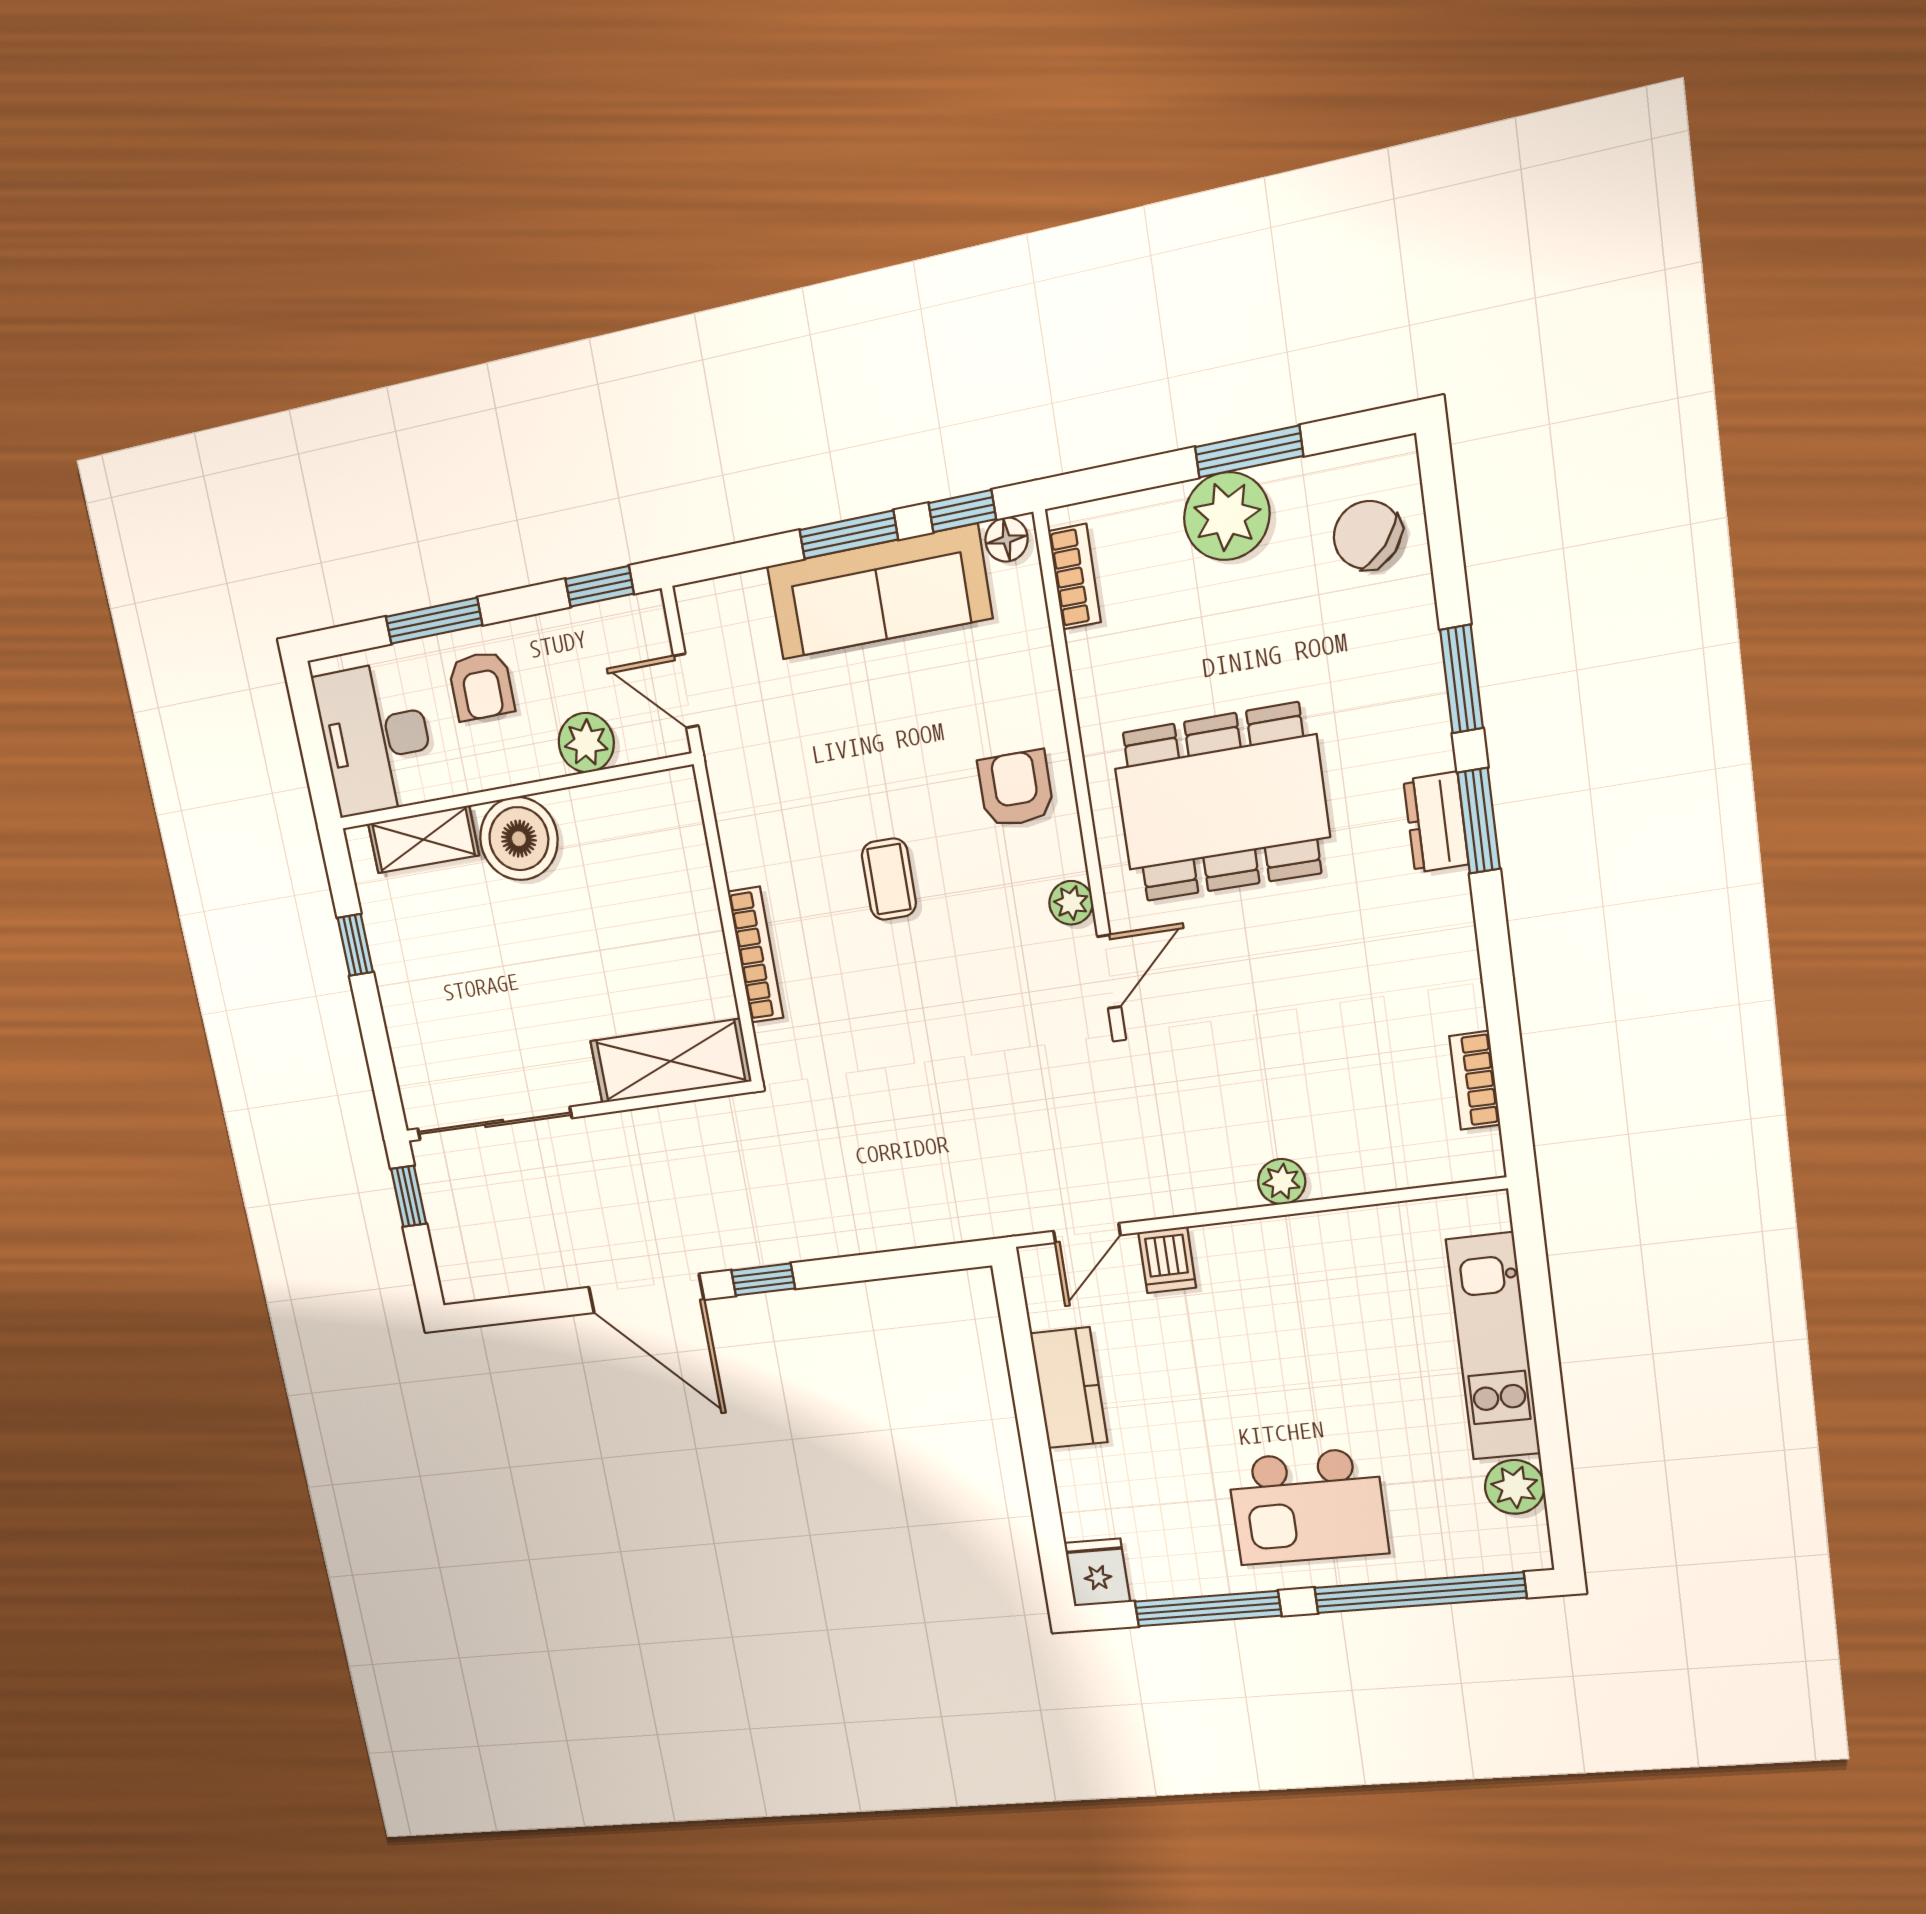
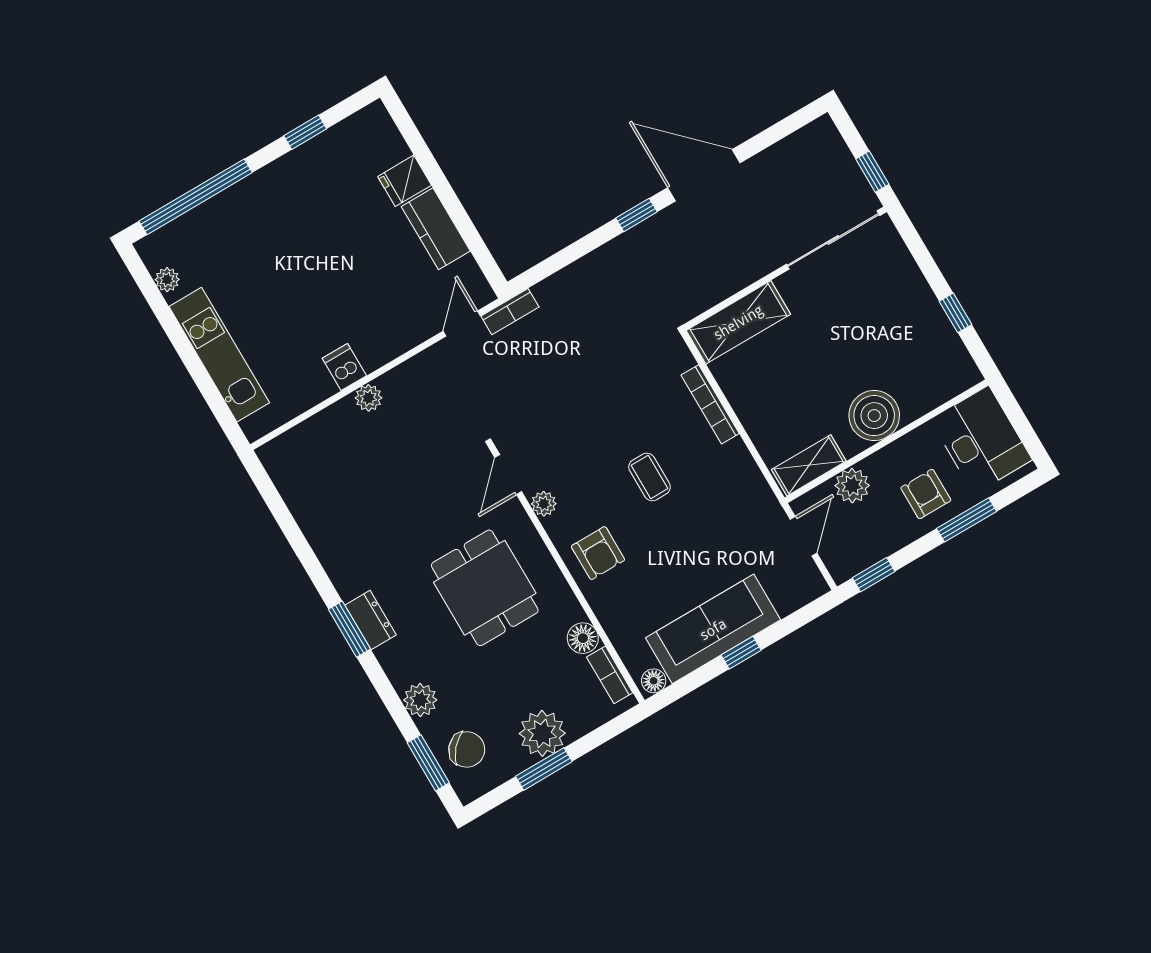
window: (962, 511) -> (683, 687), removed
window: (849, 535) -> (741, 653), width x0.67
plant: (1411, 652) -> (420, 700), added
floor lamp: (1095, 656) -> (583, 638), added
window: (1462, 679) -> (428, 763), moved
door: (686, 691) -> (803, 536), hinge flipped
dining table: (1222, 803) -> (485, 588), width x0.73
shelving: (423, 839) -> (809, 465), moved
bookcase: (1475, 1080) -> (510, 312), moved, turned 90
dishwasher: (1167, 1260) -> (344, 367), moved
plant: (1515, 1487) -> (167, 280), width x0.73, depth x0.73
kitchen island: (1307, 1507) -> (277, 219), removed
fridge: (1097, 1572) -> (405, 181), moved, turned 90
window: (1208, 1609) -> (305, 132), width x0.46

